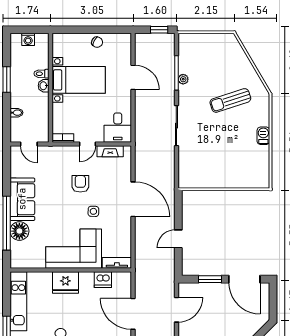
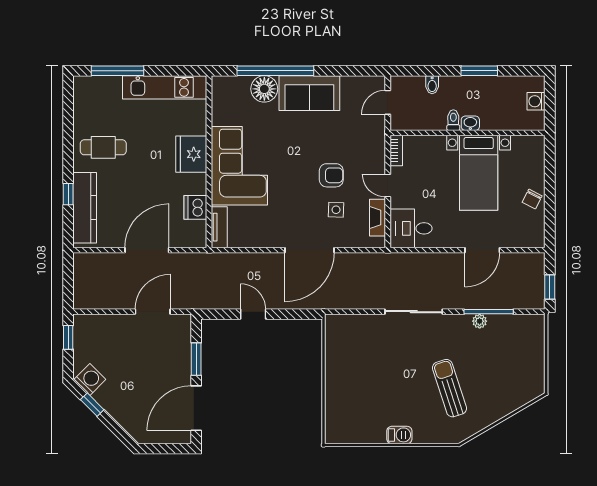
toilet: (41, 74) -> (453, 120), moved
side table: (93, 211) -> (336, 210), moved
door: (176, 310) -> (153, 312), swing flipped

